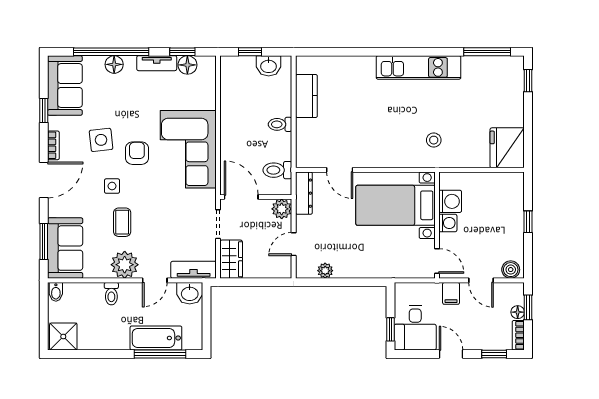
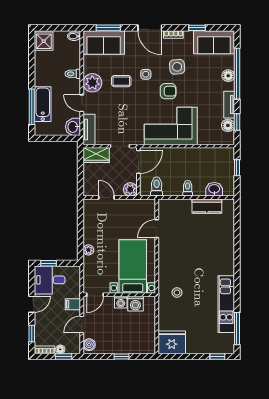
washbasin: (269, 66) -> (214, 189), moved, turned 90
kitchen unit: (419, 67) -> (226, 304), moved
dresser: (304, 193) -> (141, 204), removed
plant: (325, 271) -> (88, 250), moved

